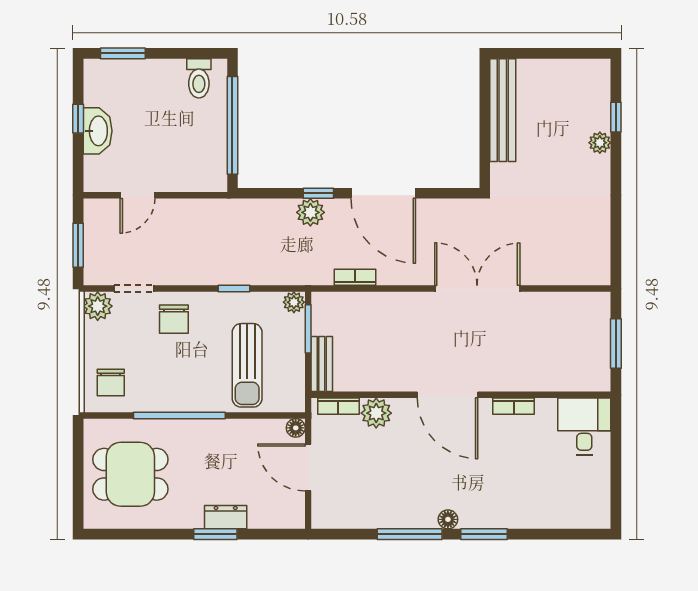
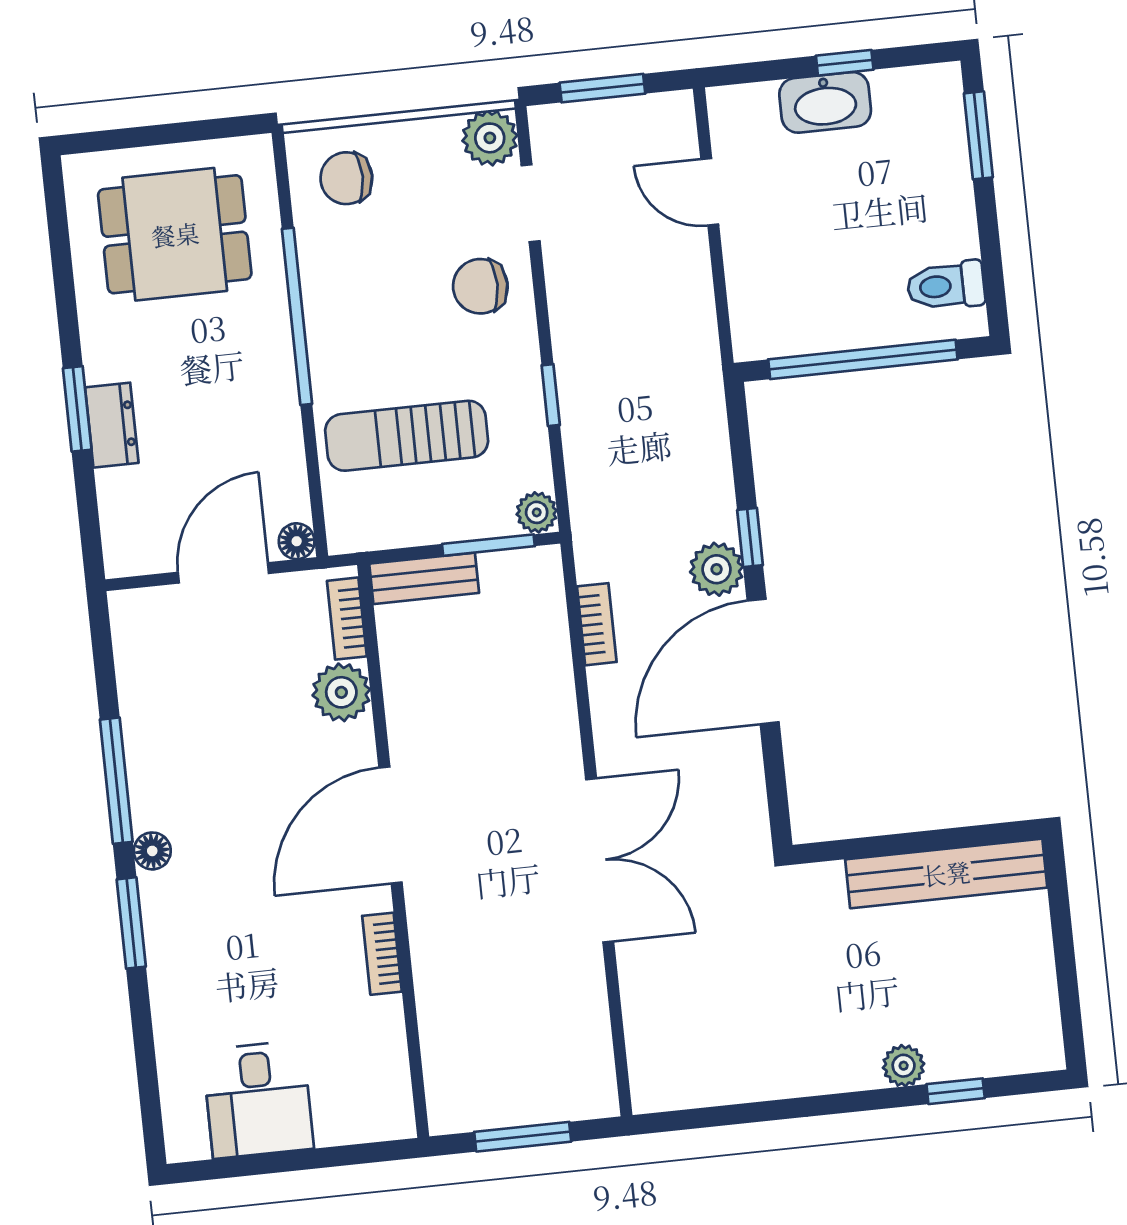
plant: (310, 212) -> (717, 569), moved
desk: (584, 426) -> (258, 1099), moved, turned 90
dining table: (130, 474) -> (175, 234), turned 90

